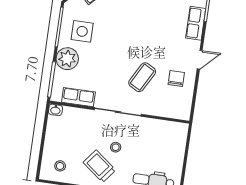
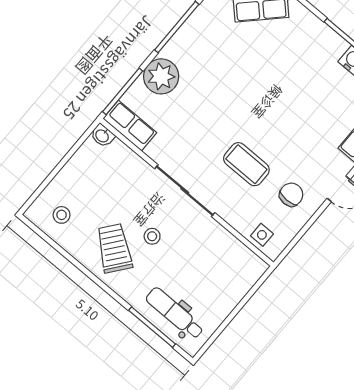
side table: (82, 31) -> (262, 235), moved, width x0.54, depth x0.54
coffee table: (142, 77) -> (246, 164), turned 61
row of seats: (78, 97) -> (130, 126), moved

